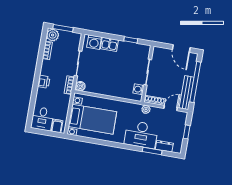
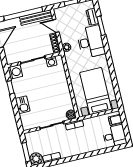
washing machine: (94, 42) -> (15, 72), moved
printer: (44, 82) -> (81, 149), removed

